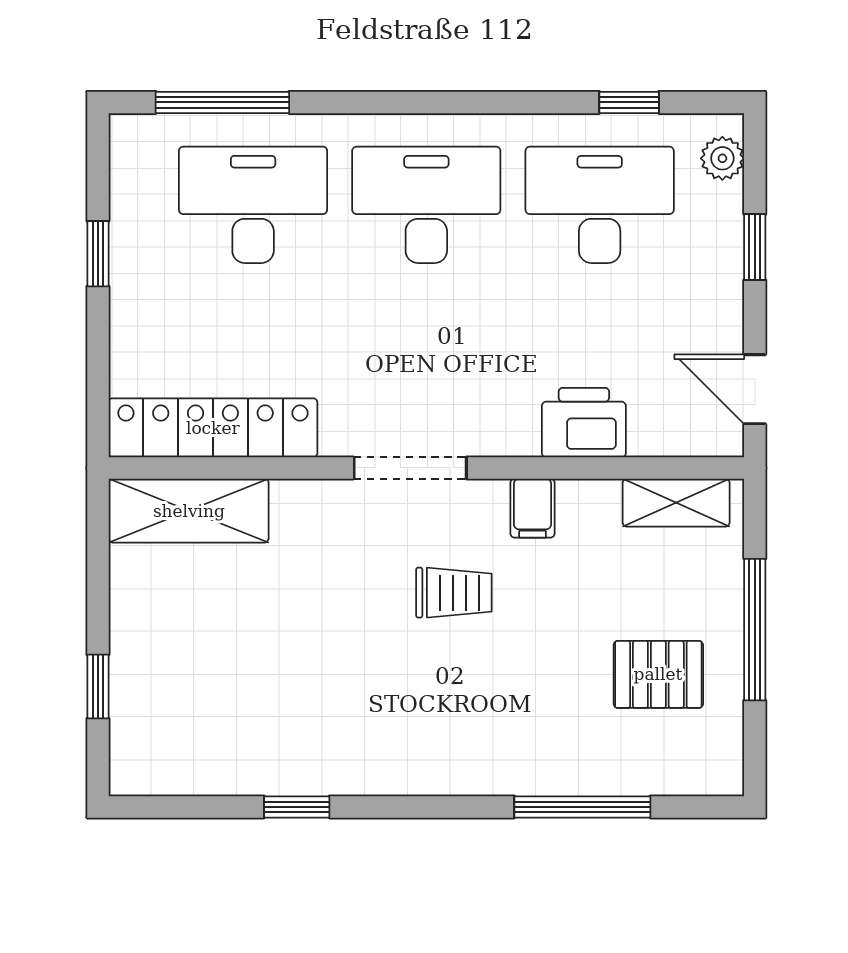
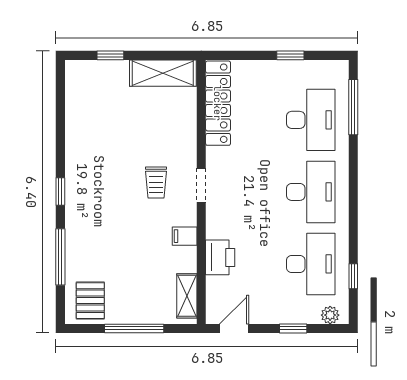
doorway: (410, 468) -> (201, 185), width x0.73
shelving: (189, 511) -> (163, 73), moved, turned 90
trolley: (454, 593) -> (156, 183), moved
pallet: (658, 674) -> (90, 301), moved
window: (297, 807) -> (60, 192), moved

